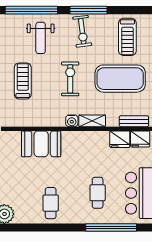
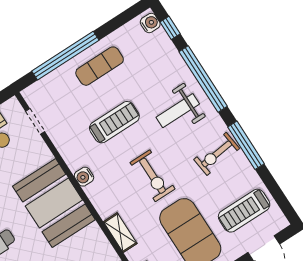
exercise bike: (70, 79) -> (153, 176), turned 90
water cooler: (72, 121) -> (84, 177), moved
booth: (41, 144) -> (54, 203), width x1.36, depth x1.42

